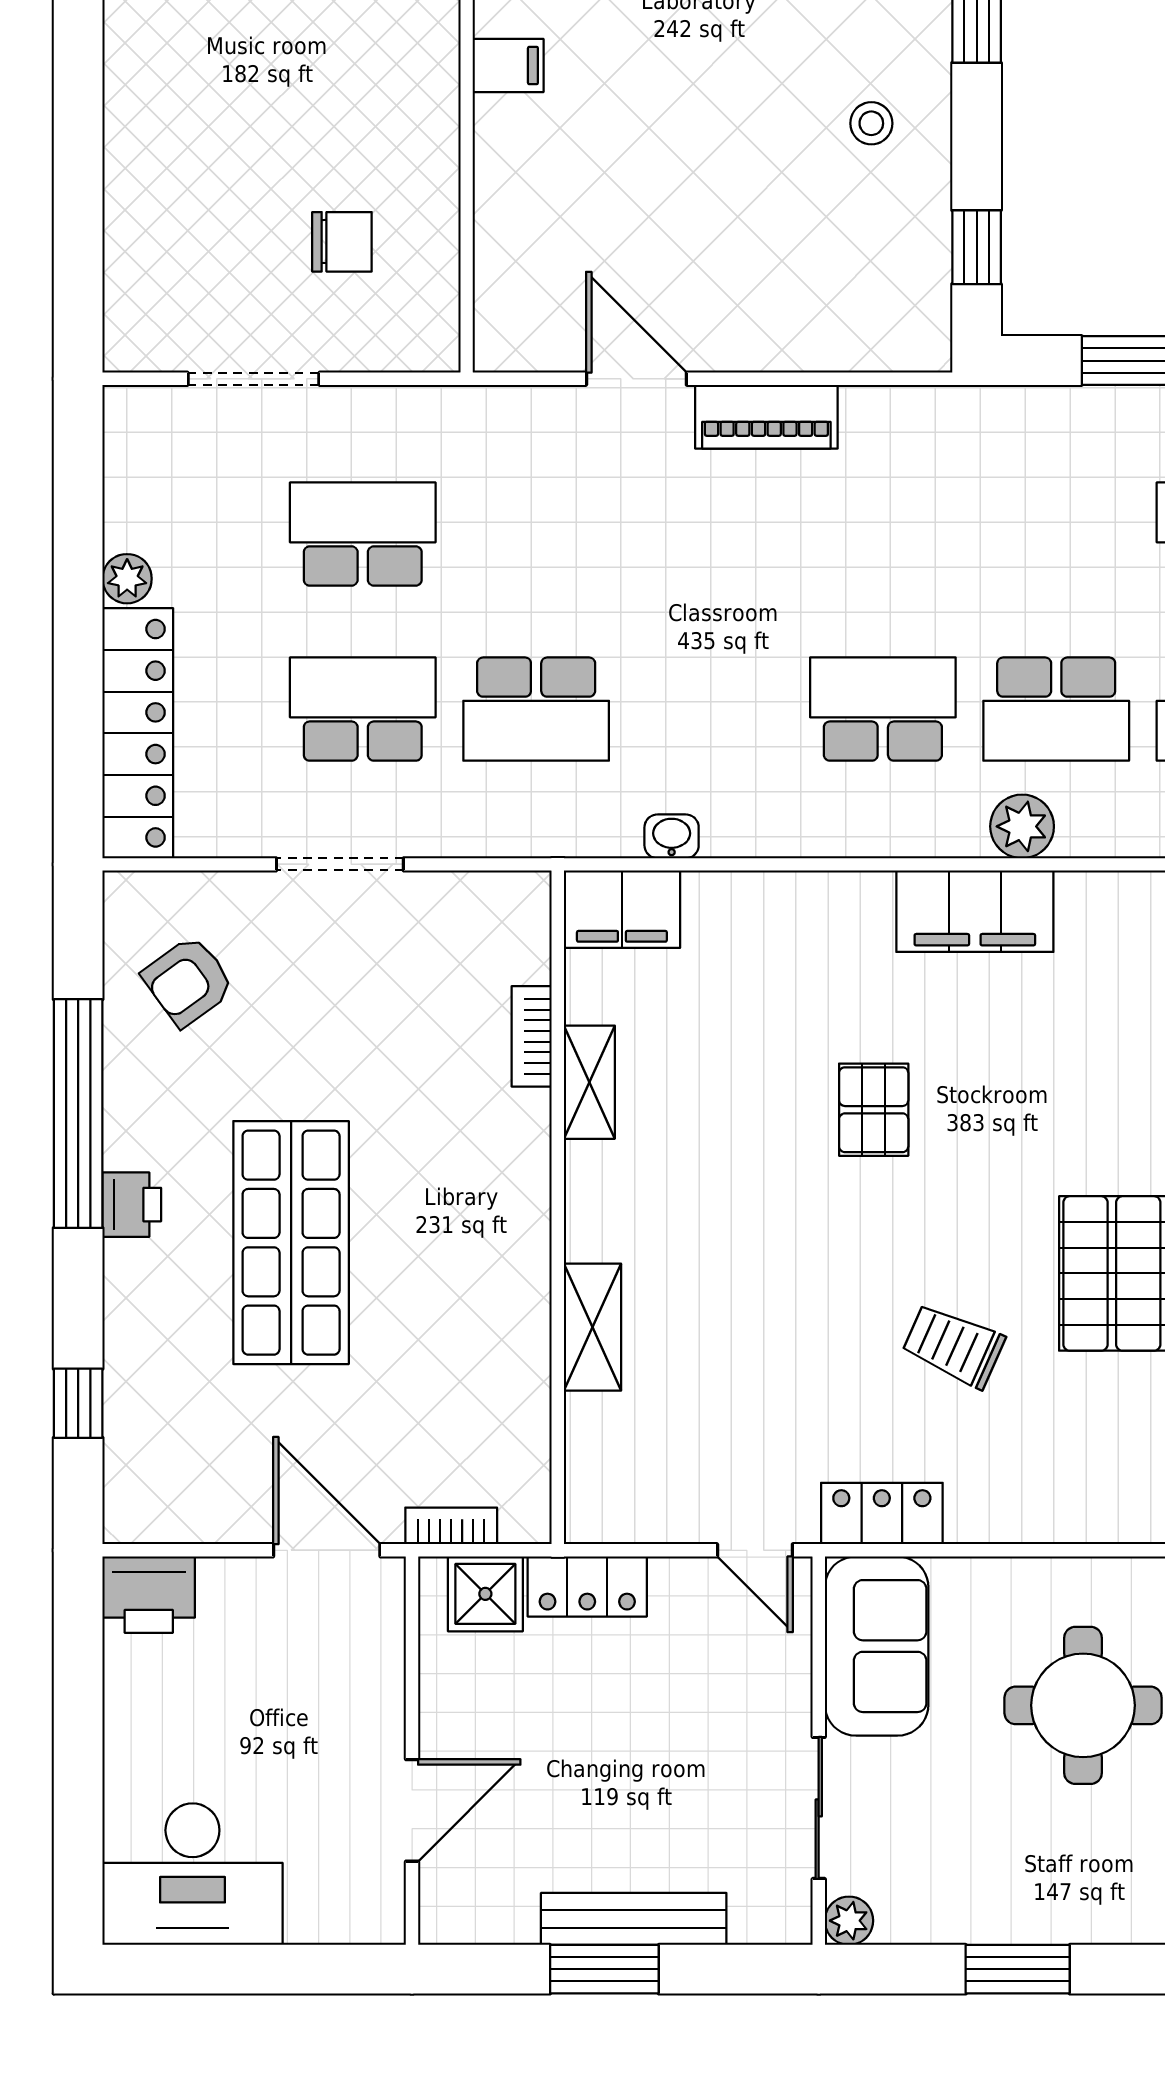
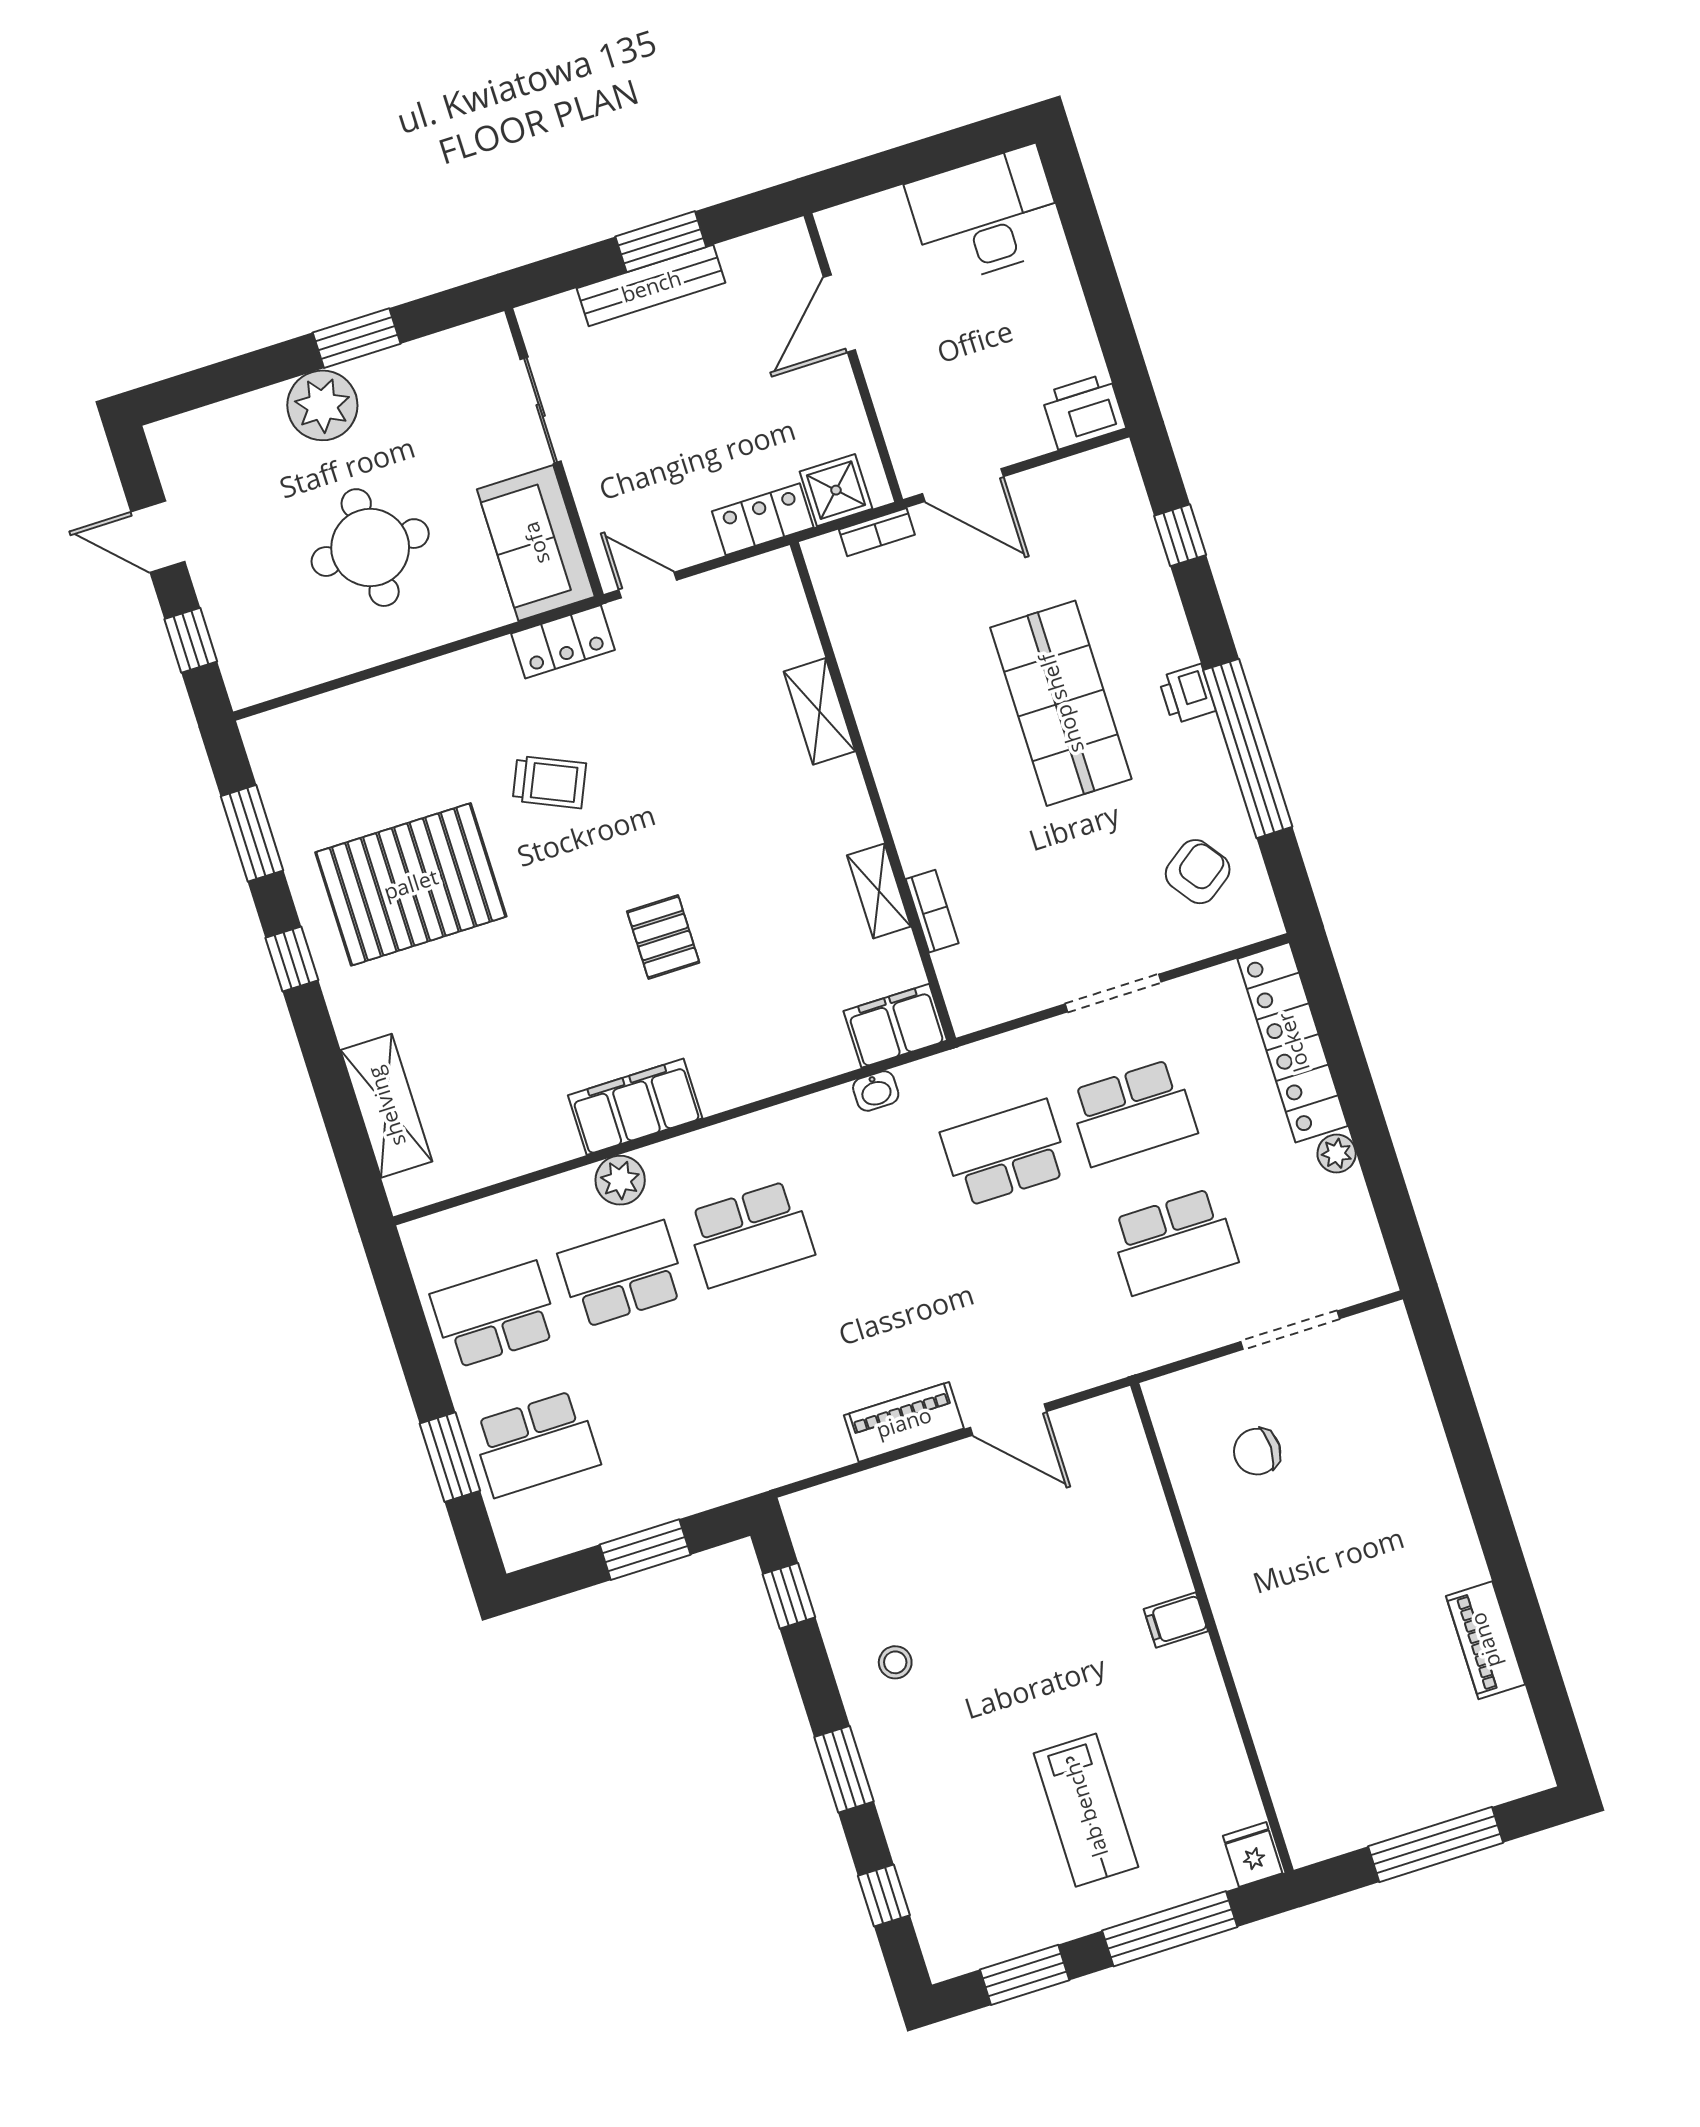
plant: (849, 1921) -> (322, 405), moved, width x1.88, depth x1.88

